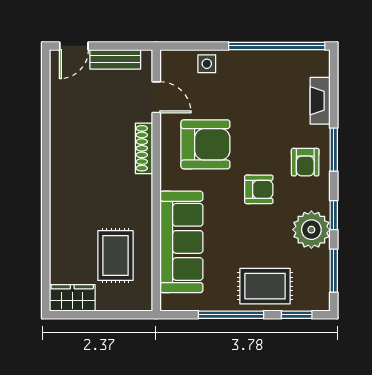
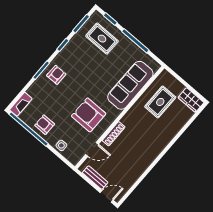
door: (156, 97) -> (92, 149), swing flipped
fireplace: (320, 101) -> (21, 104), moved
armchair: (259, 189) -> (45, 125), moved
plant: (311, 230) -> (76, 47), removed
rug: (265, 286) -> (102, 39), moved

